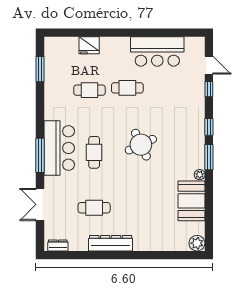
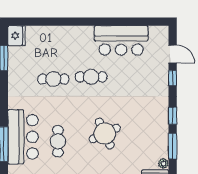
fridge: (89, 45) -> (16, 36), moved, turned -90

